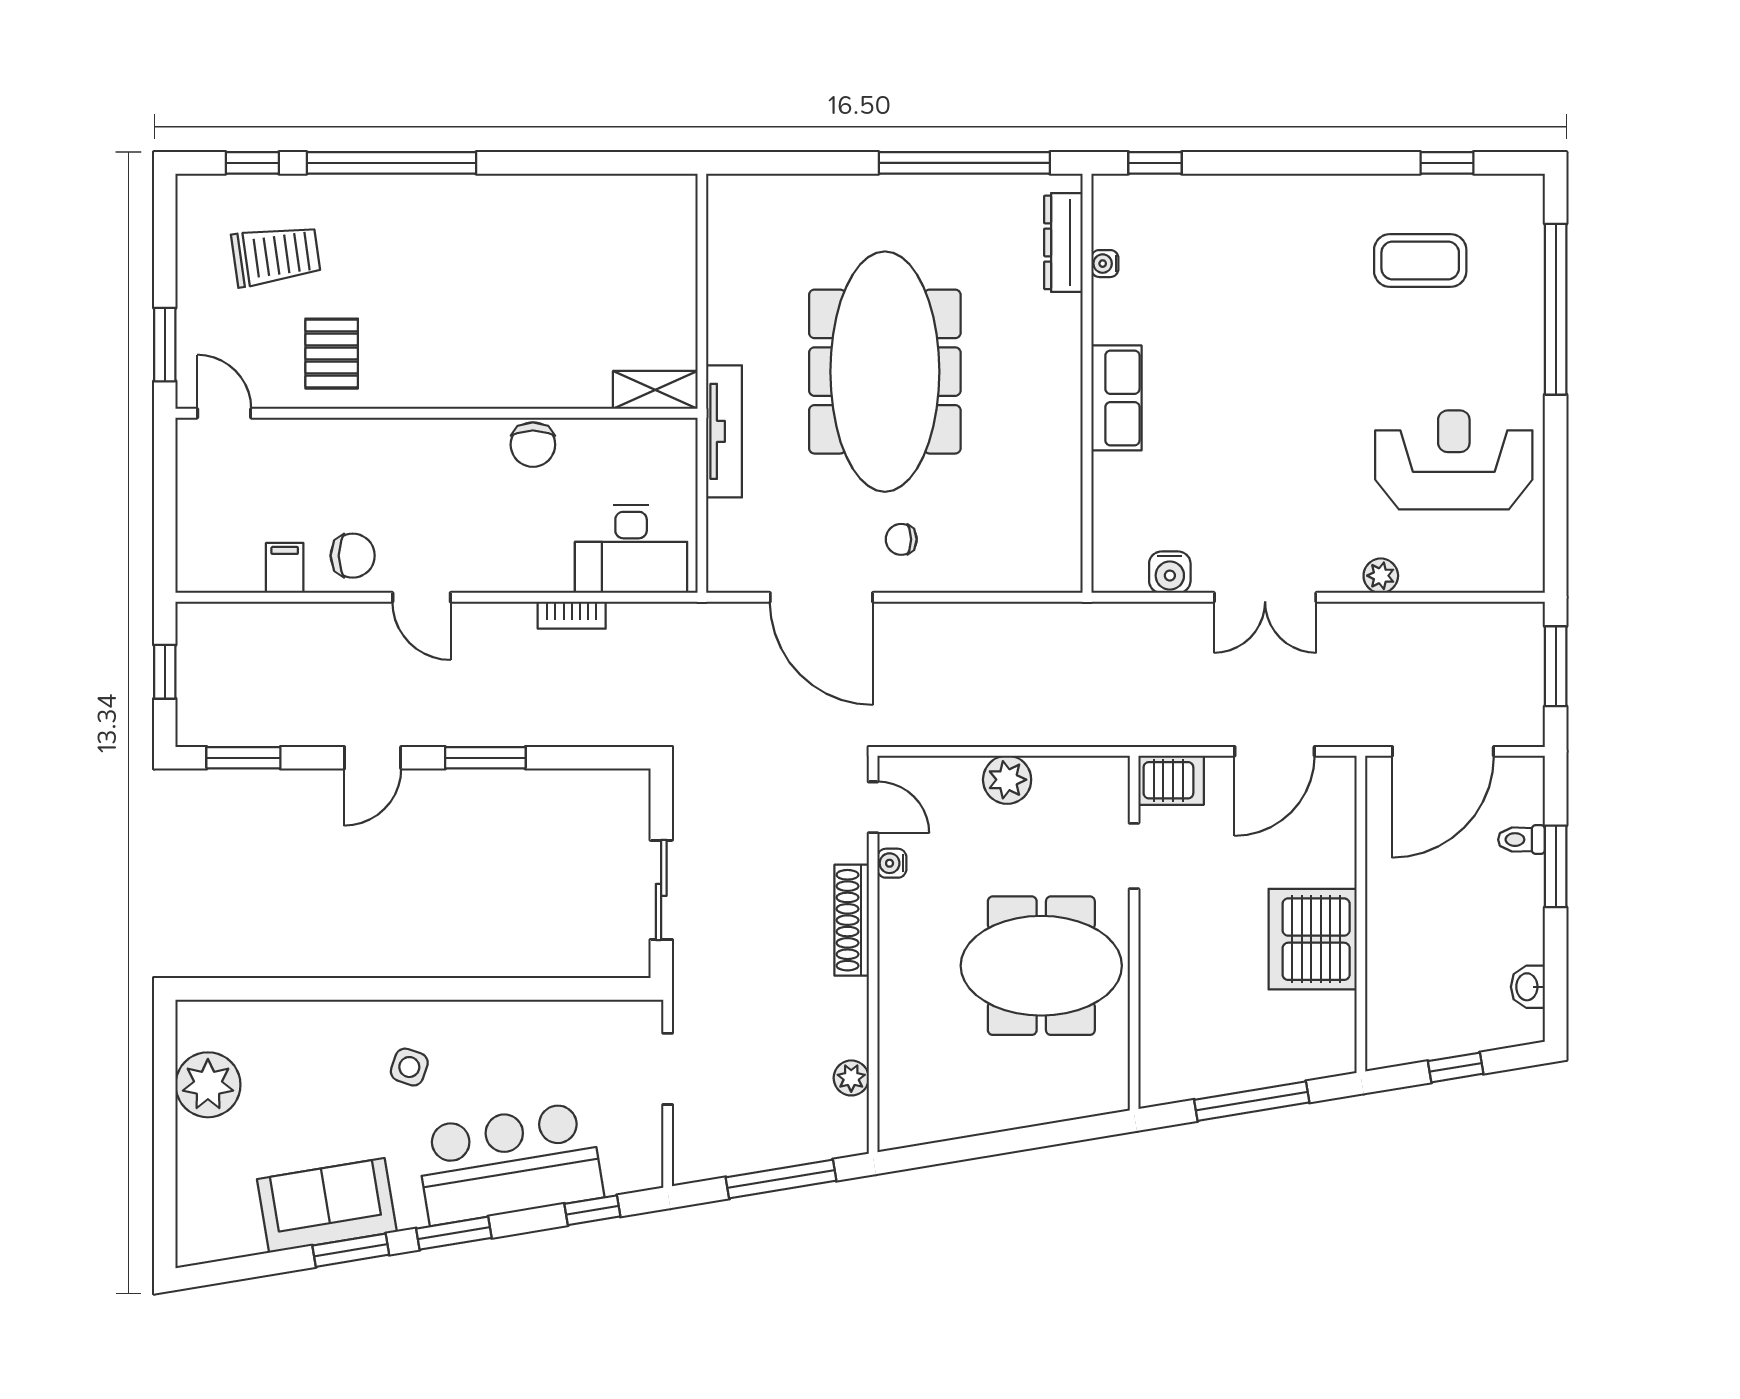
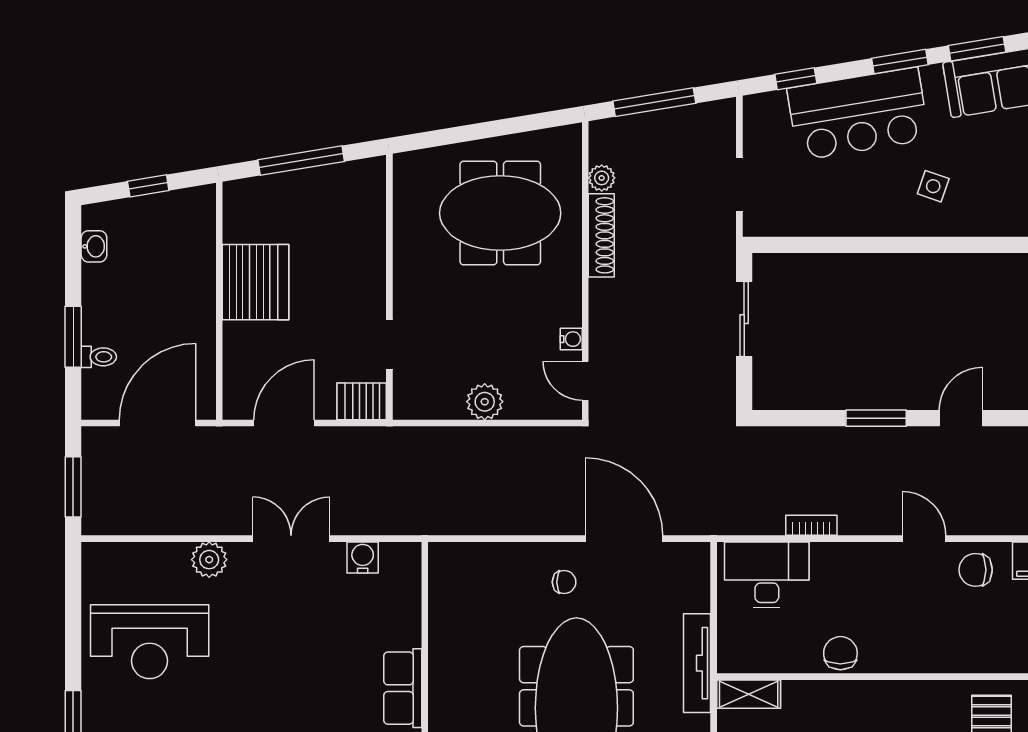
plant: (1381, 576) -> (209, 560), width x1.38, depth x1.38
shoe rack: (852, 920) -> (601, 235), moved
meeting table: (1041, 966) -> (500, 213), moved

